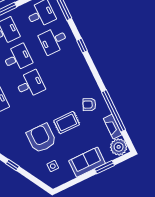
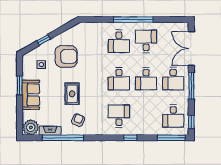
desk: (54, 40) -> (119, 116), moved
armchair: (41, 138) -> (66, 56), moved
window: (12, 165) -> (44, 40), moved
window: (104, 167) -> (20, 85), moved

